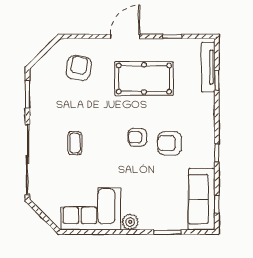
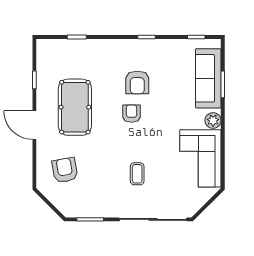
tv unit: (208, 67) -> (64, 45), removed
armchair: (79, 68) -> (65, 170), turned 70
armchair: (137, 137) -> (132, 114), turned 180
coffee table: (75, 143) -> (137, 174), turned 90
sofa: (202, 199) -> (208, 78), moved, turned 90

